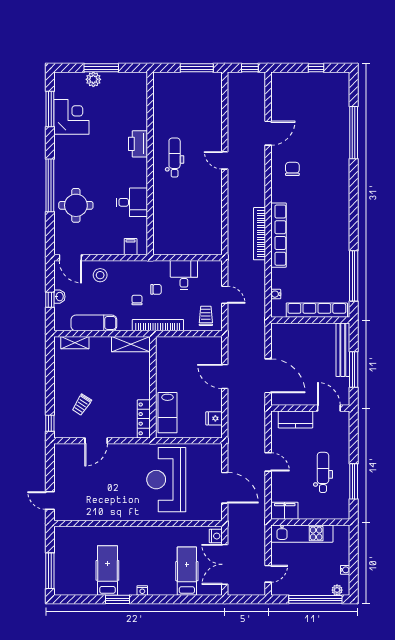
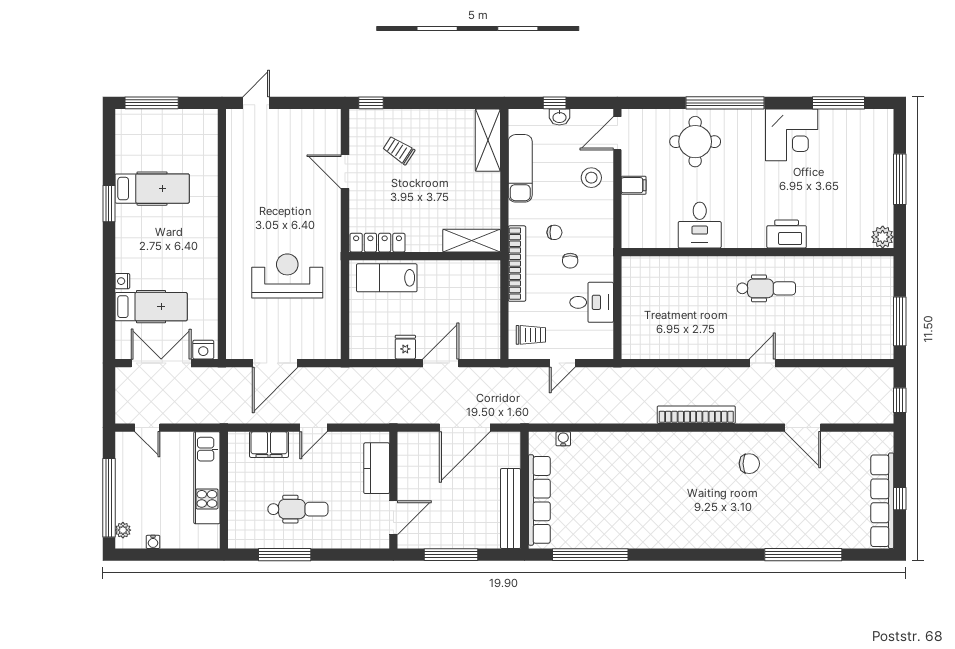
plant: (93, 79) -> (883, 237), moved
corner desk: (71, 117) -> (792, 135), moved
bookcase: (260, 234) -> (696, 415), moved
row of seats: (279, 235) -> (882, 501), moved, turned 90
filing cabinet: (131, 247) -> (634, 185), moved
shelving: (75, 343) -> (488, 140), width x1.50, depth x1.33
shelving: (131, 344) -> (472, 241), moved, turned 90
bench: (343, 350) -> (511, 509), moved, turned 90
door: (268, 376) -> (465, 428), moved
fridge: (214, 418) -> (405, 347), moved
reception desk: (166, 480) -> (287, 276), width x0.74, depth x0.77
filing cabinet: (285, 511) -> (269, 445), moved, turned 90
nightstand: (142, 590) -> (122, 281), moved

